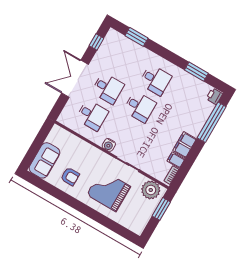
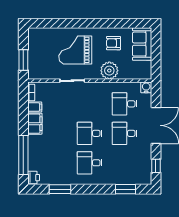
water cooler: (109, 145) -> (146, 87), moved
plant: (151, 190) -> (109, 71), moved
grand piano: (109, 191) -> (75, 50), turned 180

